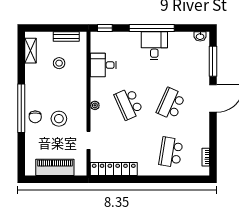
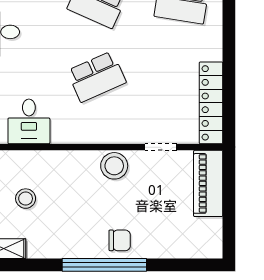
plant: (95, 105) -> (100, 136), removed
stool: (59, 119) -> (114, 166), moved
piano: (55, 167) -> (208, 183), moved

